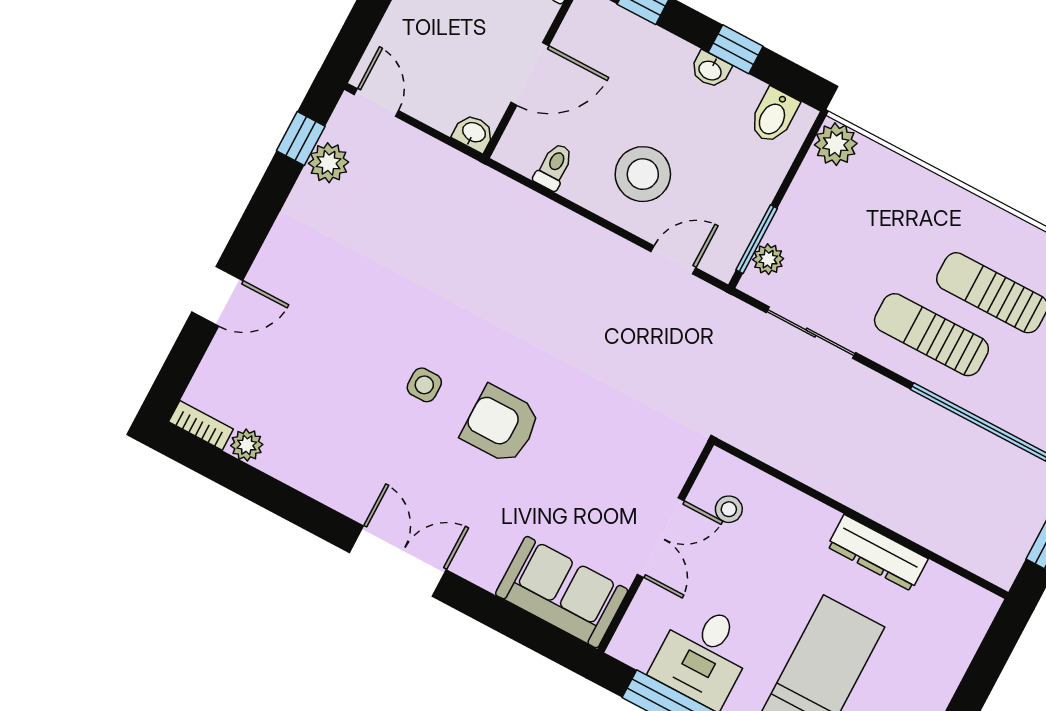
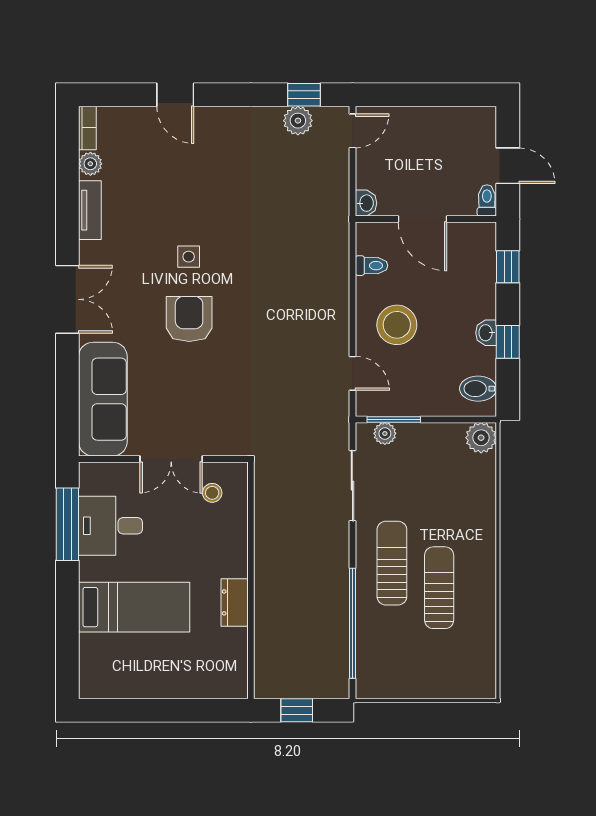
tv unit: (303, 476) -> (90, 210), added
dresser: (878, 553) -> (235, 602), width x0.70
sofa: (562, 592) -> (103, 399), width x1.36

